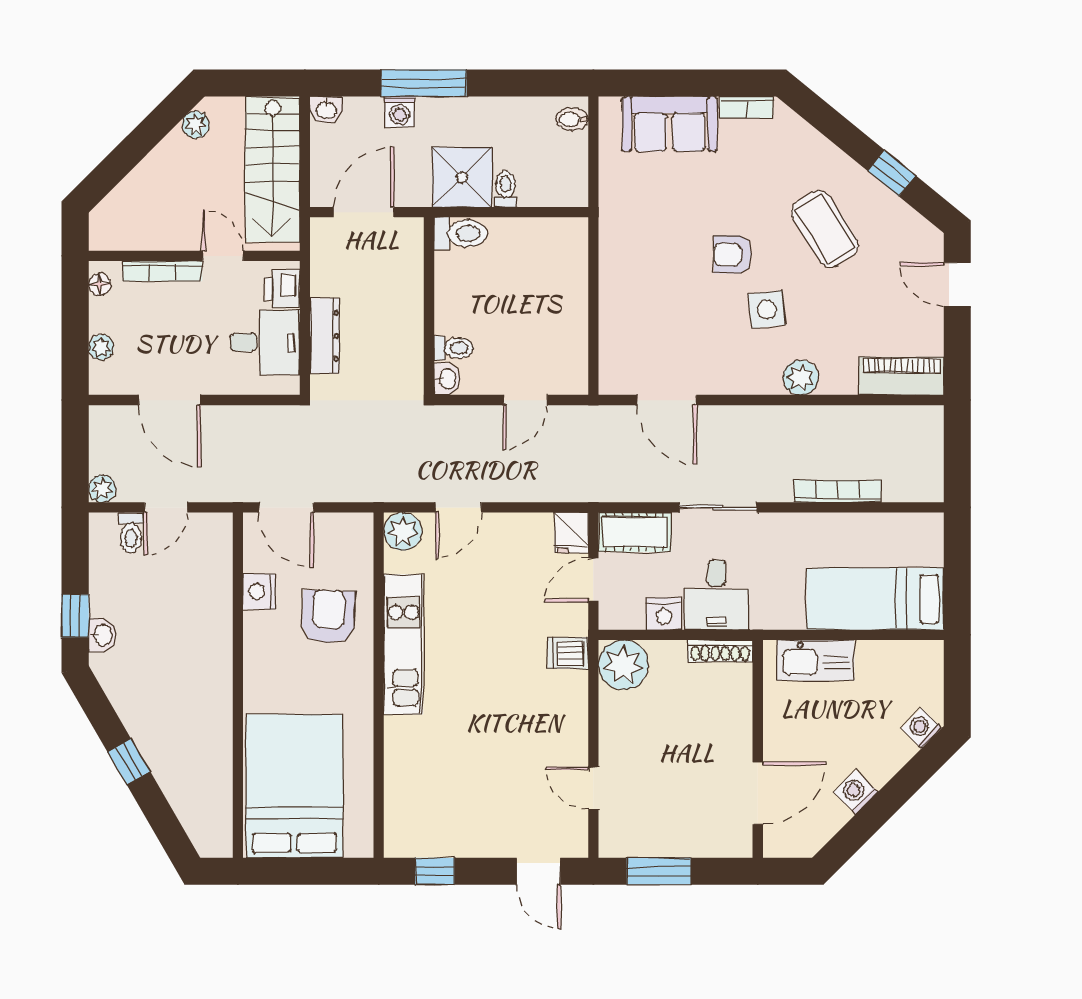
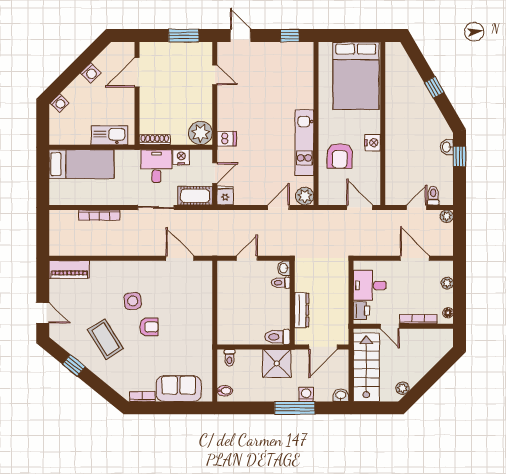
toilet: (506, 189) -> (229, 358), moved
dresser: (325, 336) -> (302, 310), moved, turned 180
plant: (801, 377) -> (117, 269), removed
nightstand: (259, 592) -> (373, 143), moved

